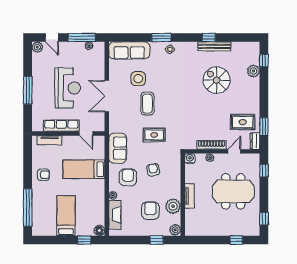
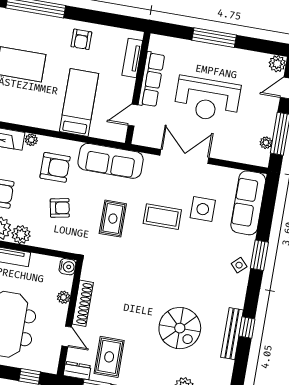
spiral stairs: (217, 80) -> (180, 328), turned 90
sofa: (118, 148) -> (111, 161), width x1.36
plant: (174, 192) -> (21, 235), added

